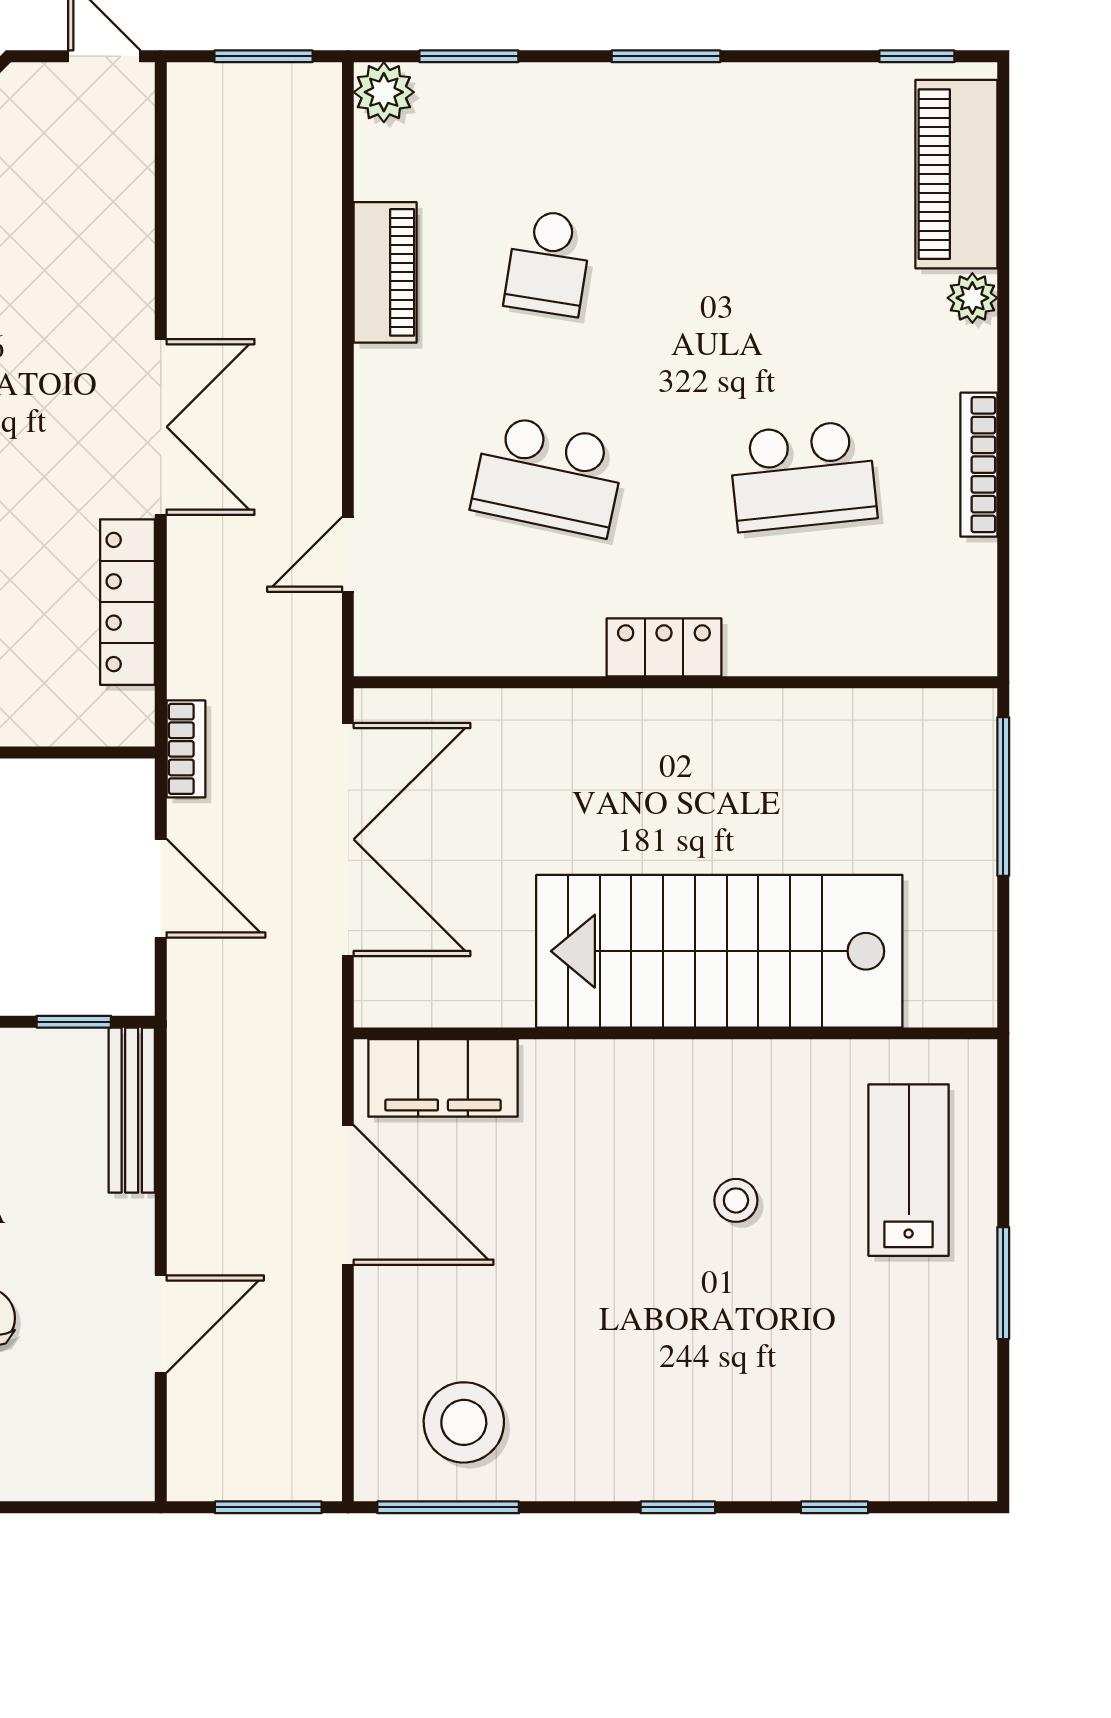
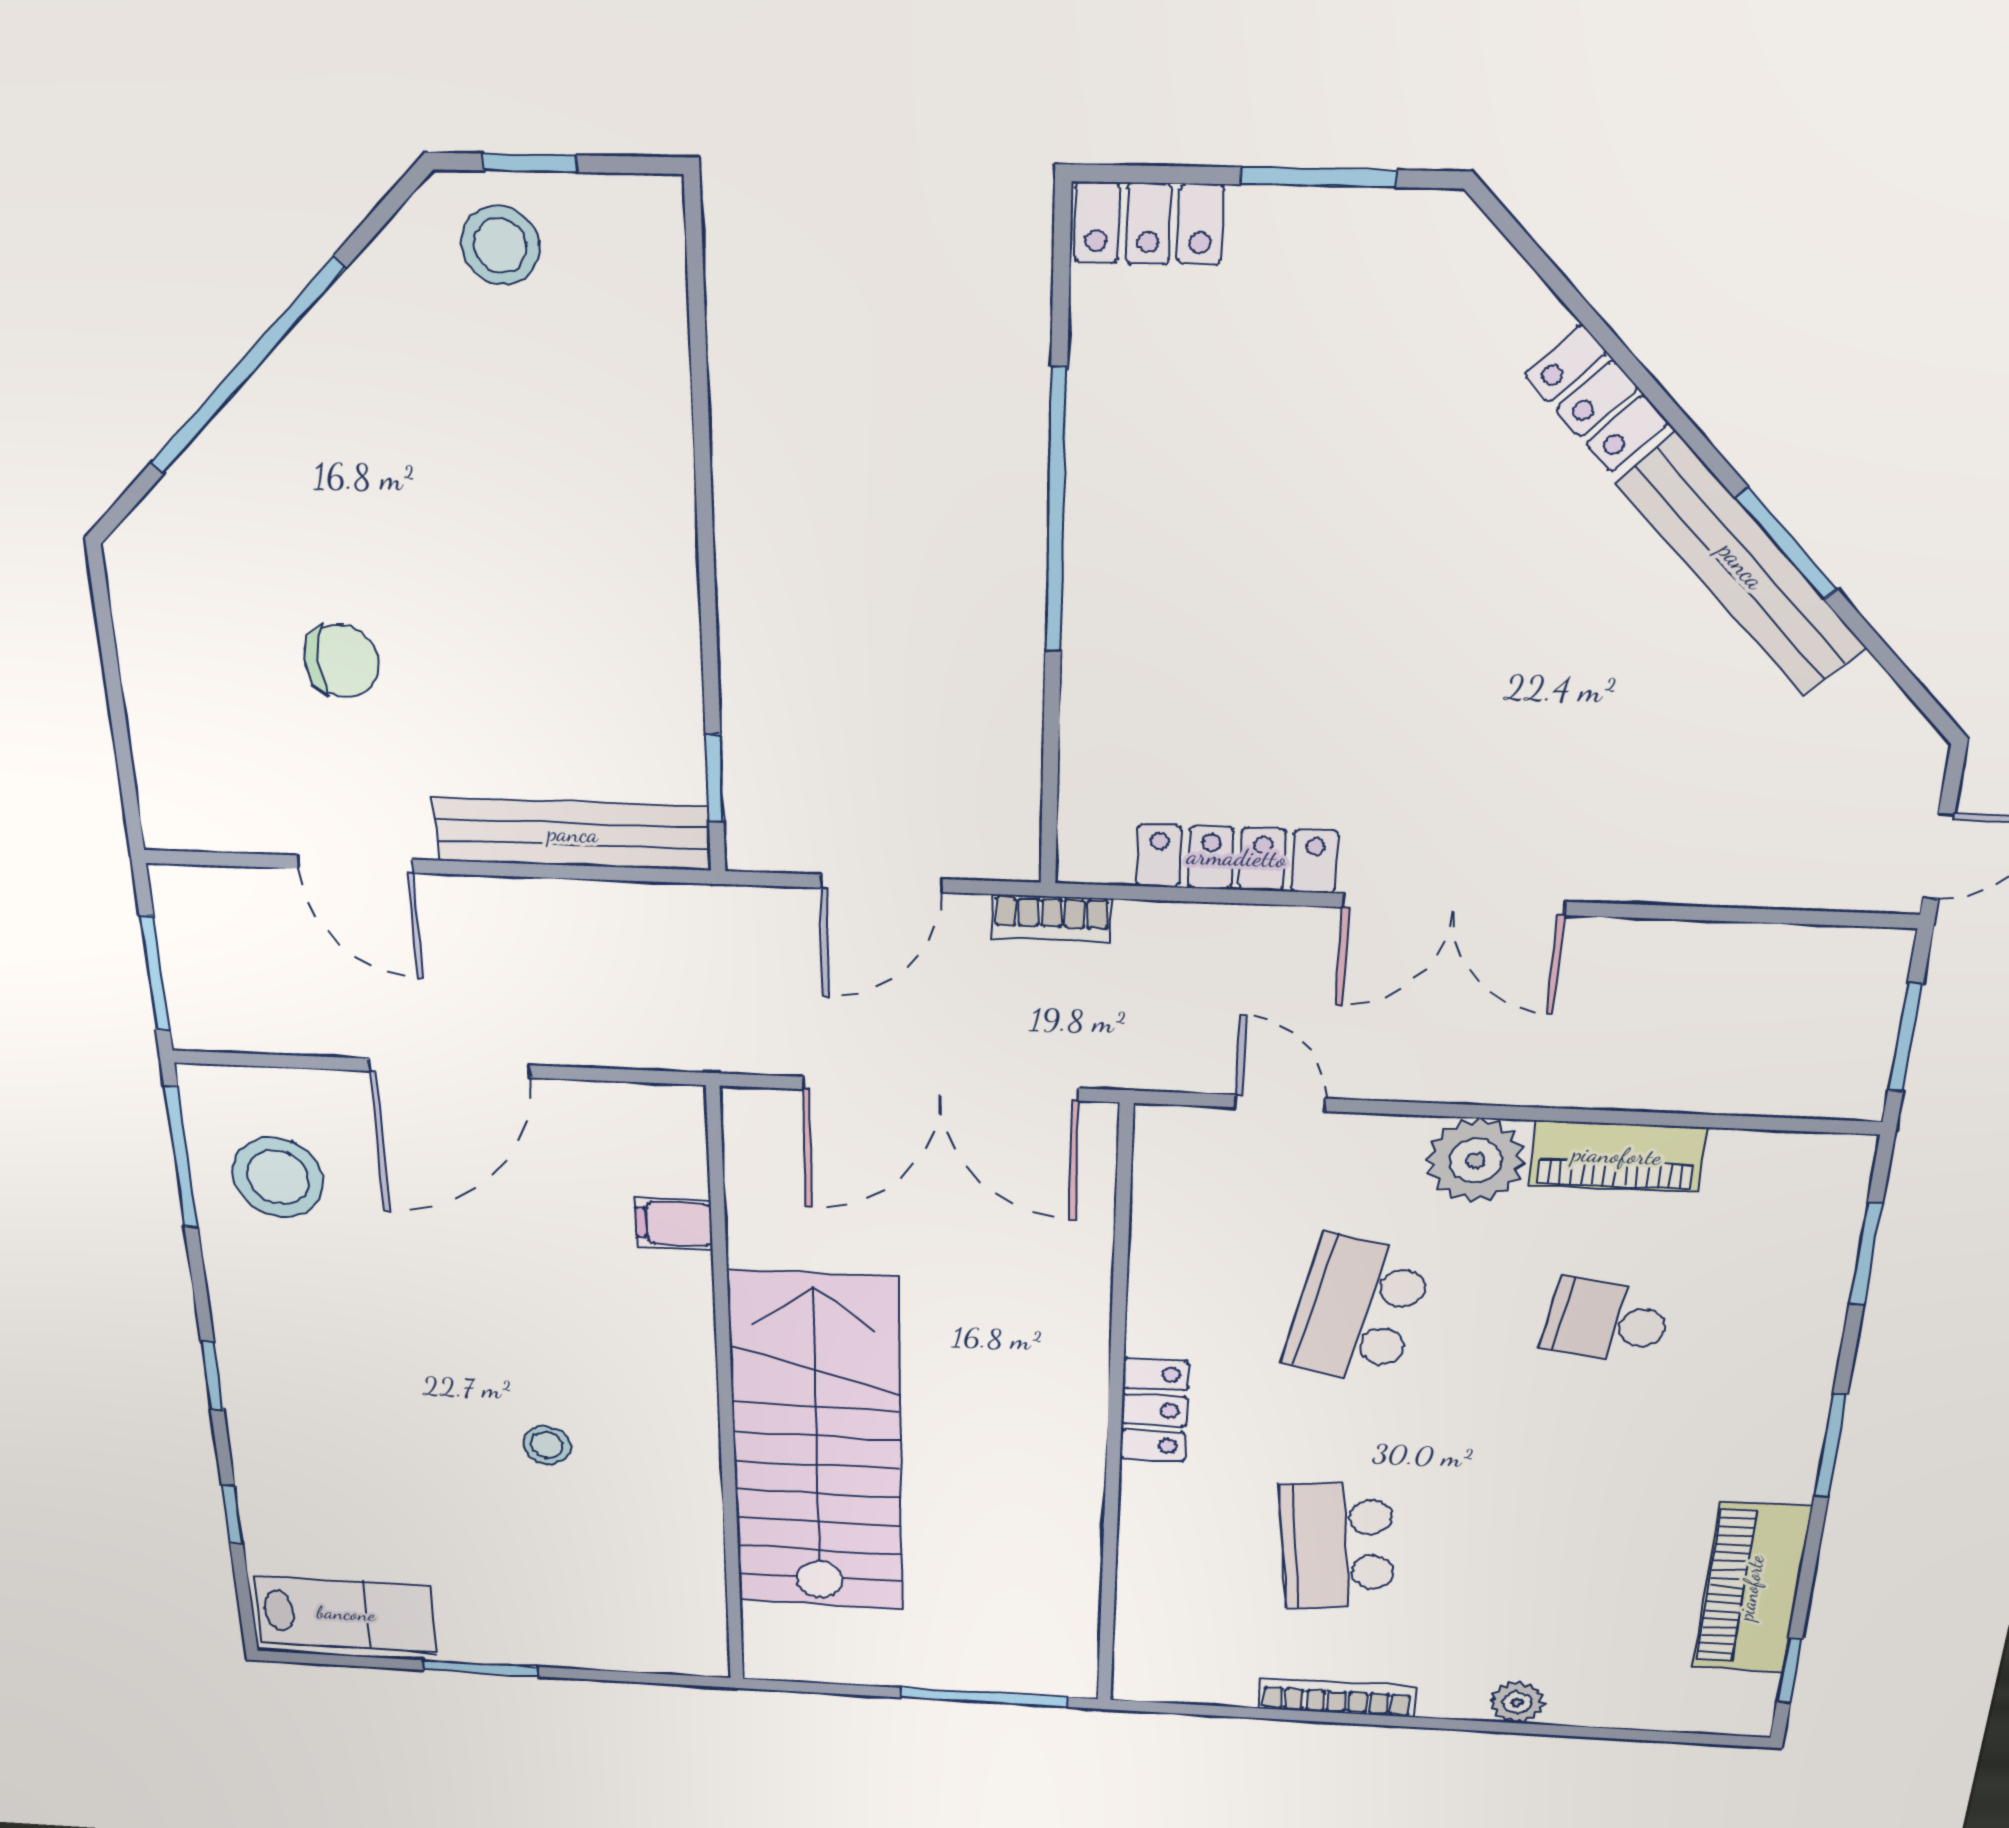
plant: (384, 92) -> (1476, 1160), moved, width x1.36, depth x1.36
piano: (956, 174) -> (1751, 1588), moved, turned -90
filing cabinet: (443, 1078) -> (674, 1224), width x0.33, depth x0.86
bench: (132, 1110) -> (573, 834), width x1.37, depth x1.21
lab bench: (909, 1170) -> (346, 1614), moved
door: (348, 1195) -> (450, 1068), moved

